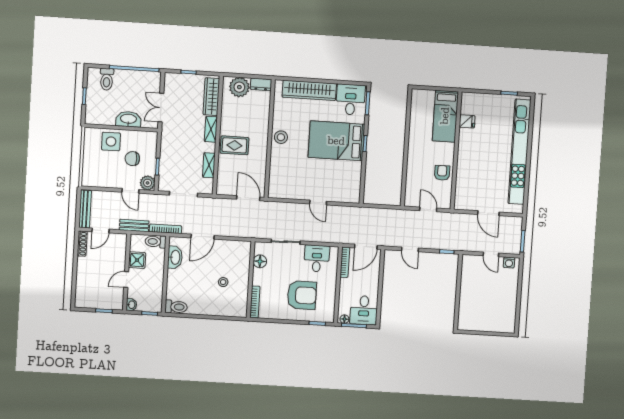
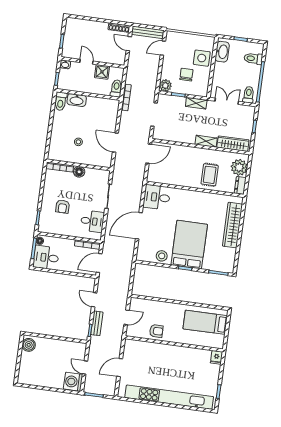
toilet: (151, 82) -> (249, 95), added
desk: (351, 100) -> (157, 197), moved, turned 180
bed: (445, 116) -> (205, 322), moved
washbasin: (128, 119) -> (222, 52), moved
fridge: (467, 121) -> (216, 357), moved
stool: (281, 137) -> (162, 256), moved
rug: (234, 145) -> (210, 175), moved
shelving: (209, 165) -> (196, 103), moved
door: (130, 191) -> (163, 48), moved
door: (248, 198) -> (149, 154), moved
door: (318, 203) -> (139, 226), width x1.88
bench: (134, 225) -> (97, 323), moved
door: (203, 237) -> (115, 143), moved
door: (366, 247) -> (99, 263), hinge flipped
door: (410, 249) -> (94, 300), hinge flipped
door: (491, 254) -> (85, 368), hinge flipped
washbasin: (175, 257) -> (77, 100), moved
floor lamp: (260, 261) -> (79, 172), moved
washing machine: (509, 262) -> (73, 382), width x1.89, depth x1.89
armchair: (302, 295) -> (63, 207), width x0.53, depth x0.53
boiler: (469, 323) -> (29, 345), added

